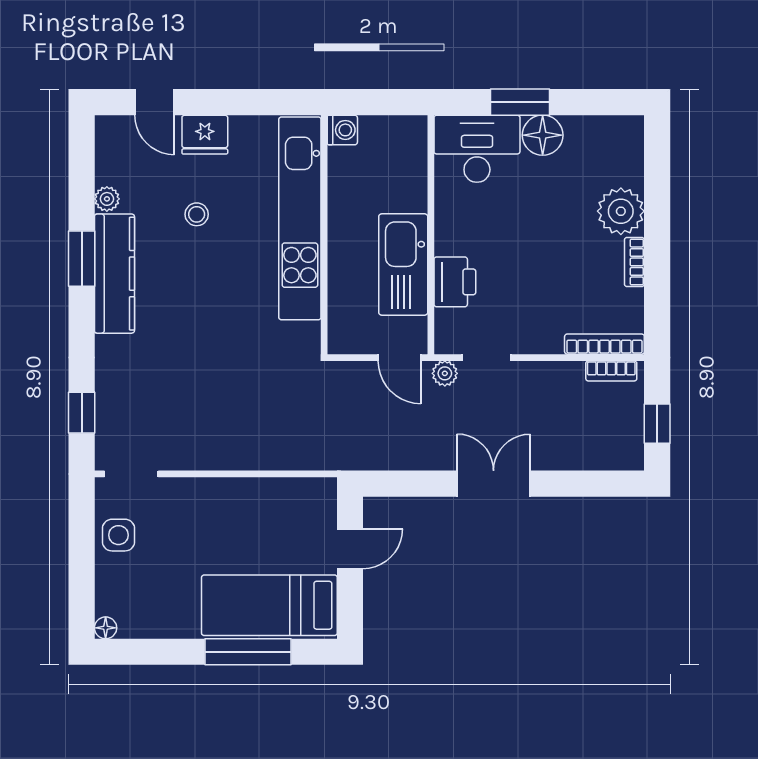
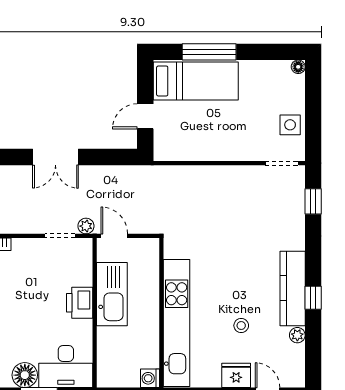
window: (82, 259) -> (313, 298), width x0.67
printer: (455, 282) -> (80, 303), moved

